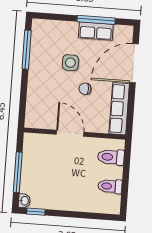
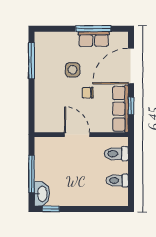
window: (131, 106) -> (131, 106), added
washbasin: (24, 201) -> (42, 194), width x1.91, depth x1.45

